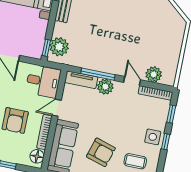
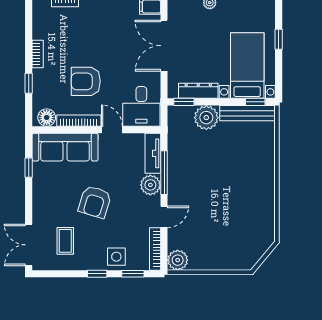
dresser: (40, 35) -> (198, 91), added
plant: (59, 47) -> (206, 118), moved
plant: (154, 74) -> (178, 260), moved
side table: (153, 137) -> (116, 257), moved
armchair: (101, 152) -> (95, 202), moved

